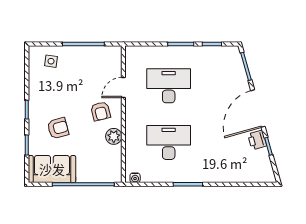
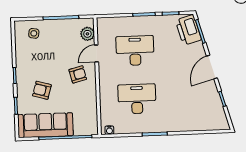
door: (258, 109) -> (212, 67), width x0.73
armchair: (101, 111) -> (78, 74), turned -90
armchair: (58, 128) -> (42, 90), turned -149
plant: (114, 136) -> (87, 34), moved
printer: (257, 140) -> (188, 30), moved, width x1.87, depth x1.48
sofa: (52, 169) -> (45, 125), width x1.36

